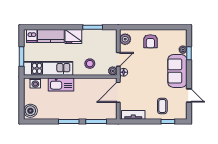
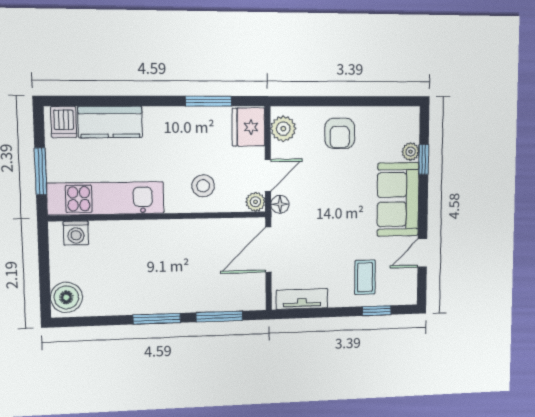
fridge: (73, 36) -> (248, 127), moved, turned 90
kitchen sink: (61, 84) -> (137, 235), removed
door: (189, 96) -> (422, 253), swing flipped

